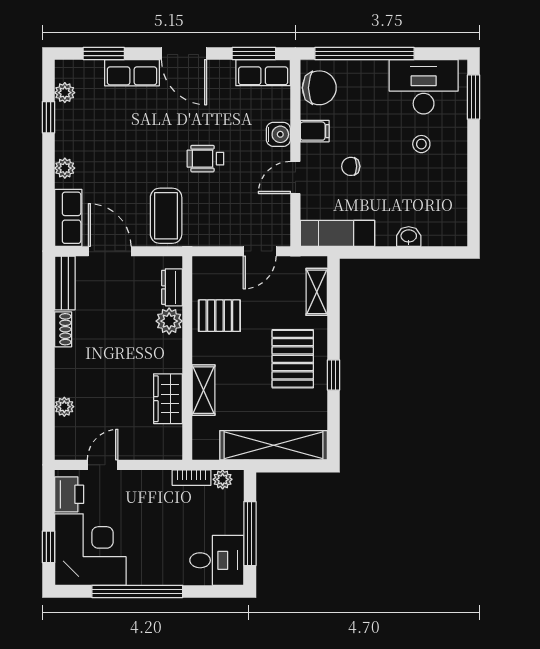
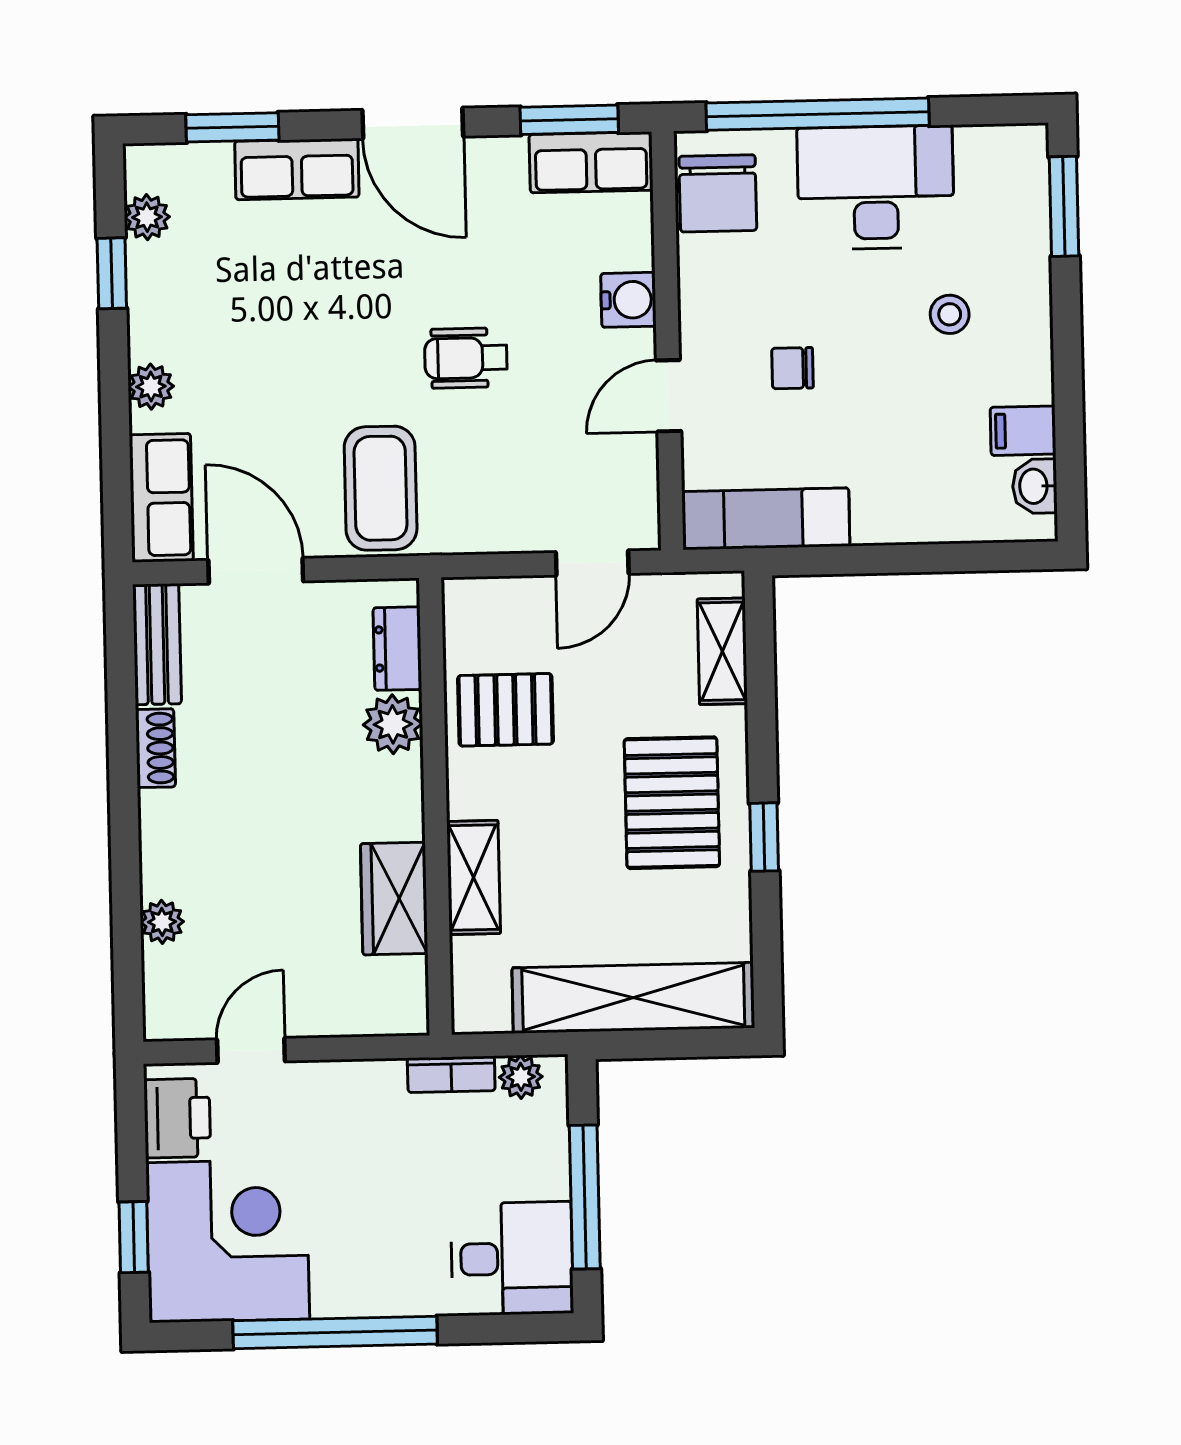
desk: (424, 87) -> (876, 187), moved
chair: (319, 88) -> (718, 193), turned 90
filing cabinet: (315, 131) -> (1023, 431), moved, turned 180
washbasin: (409, 237) -> (1035, 486), moved, turned -90

